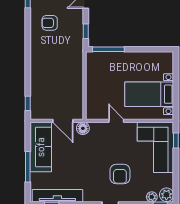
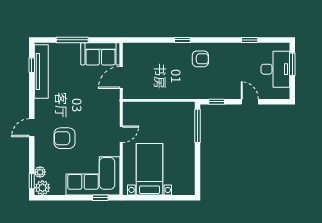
armchair: (50, 23) -> (200, 59), moved, turned 90
window: (28, 103) -> (182, 40), moved
floor lamp: (83, 128) -> (113, 99), removed
sofa: (41, 147) -> (100, 54), width x0.73

